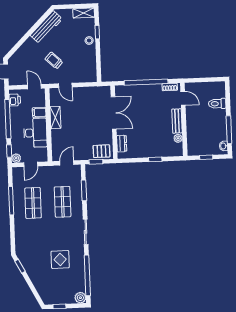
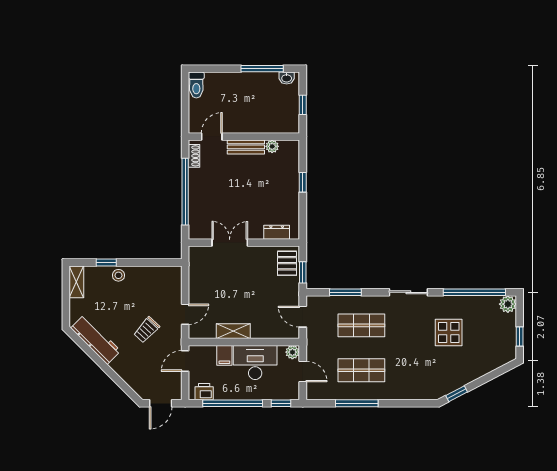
toilet: (217, 104) -> (196, 85), moved
double door: (114, 113) -> (230, 243), width x0.73
plant: (16, 158) -> (292, 352), moved

